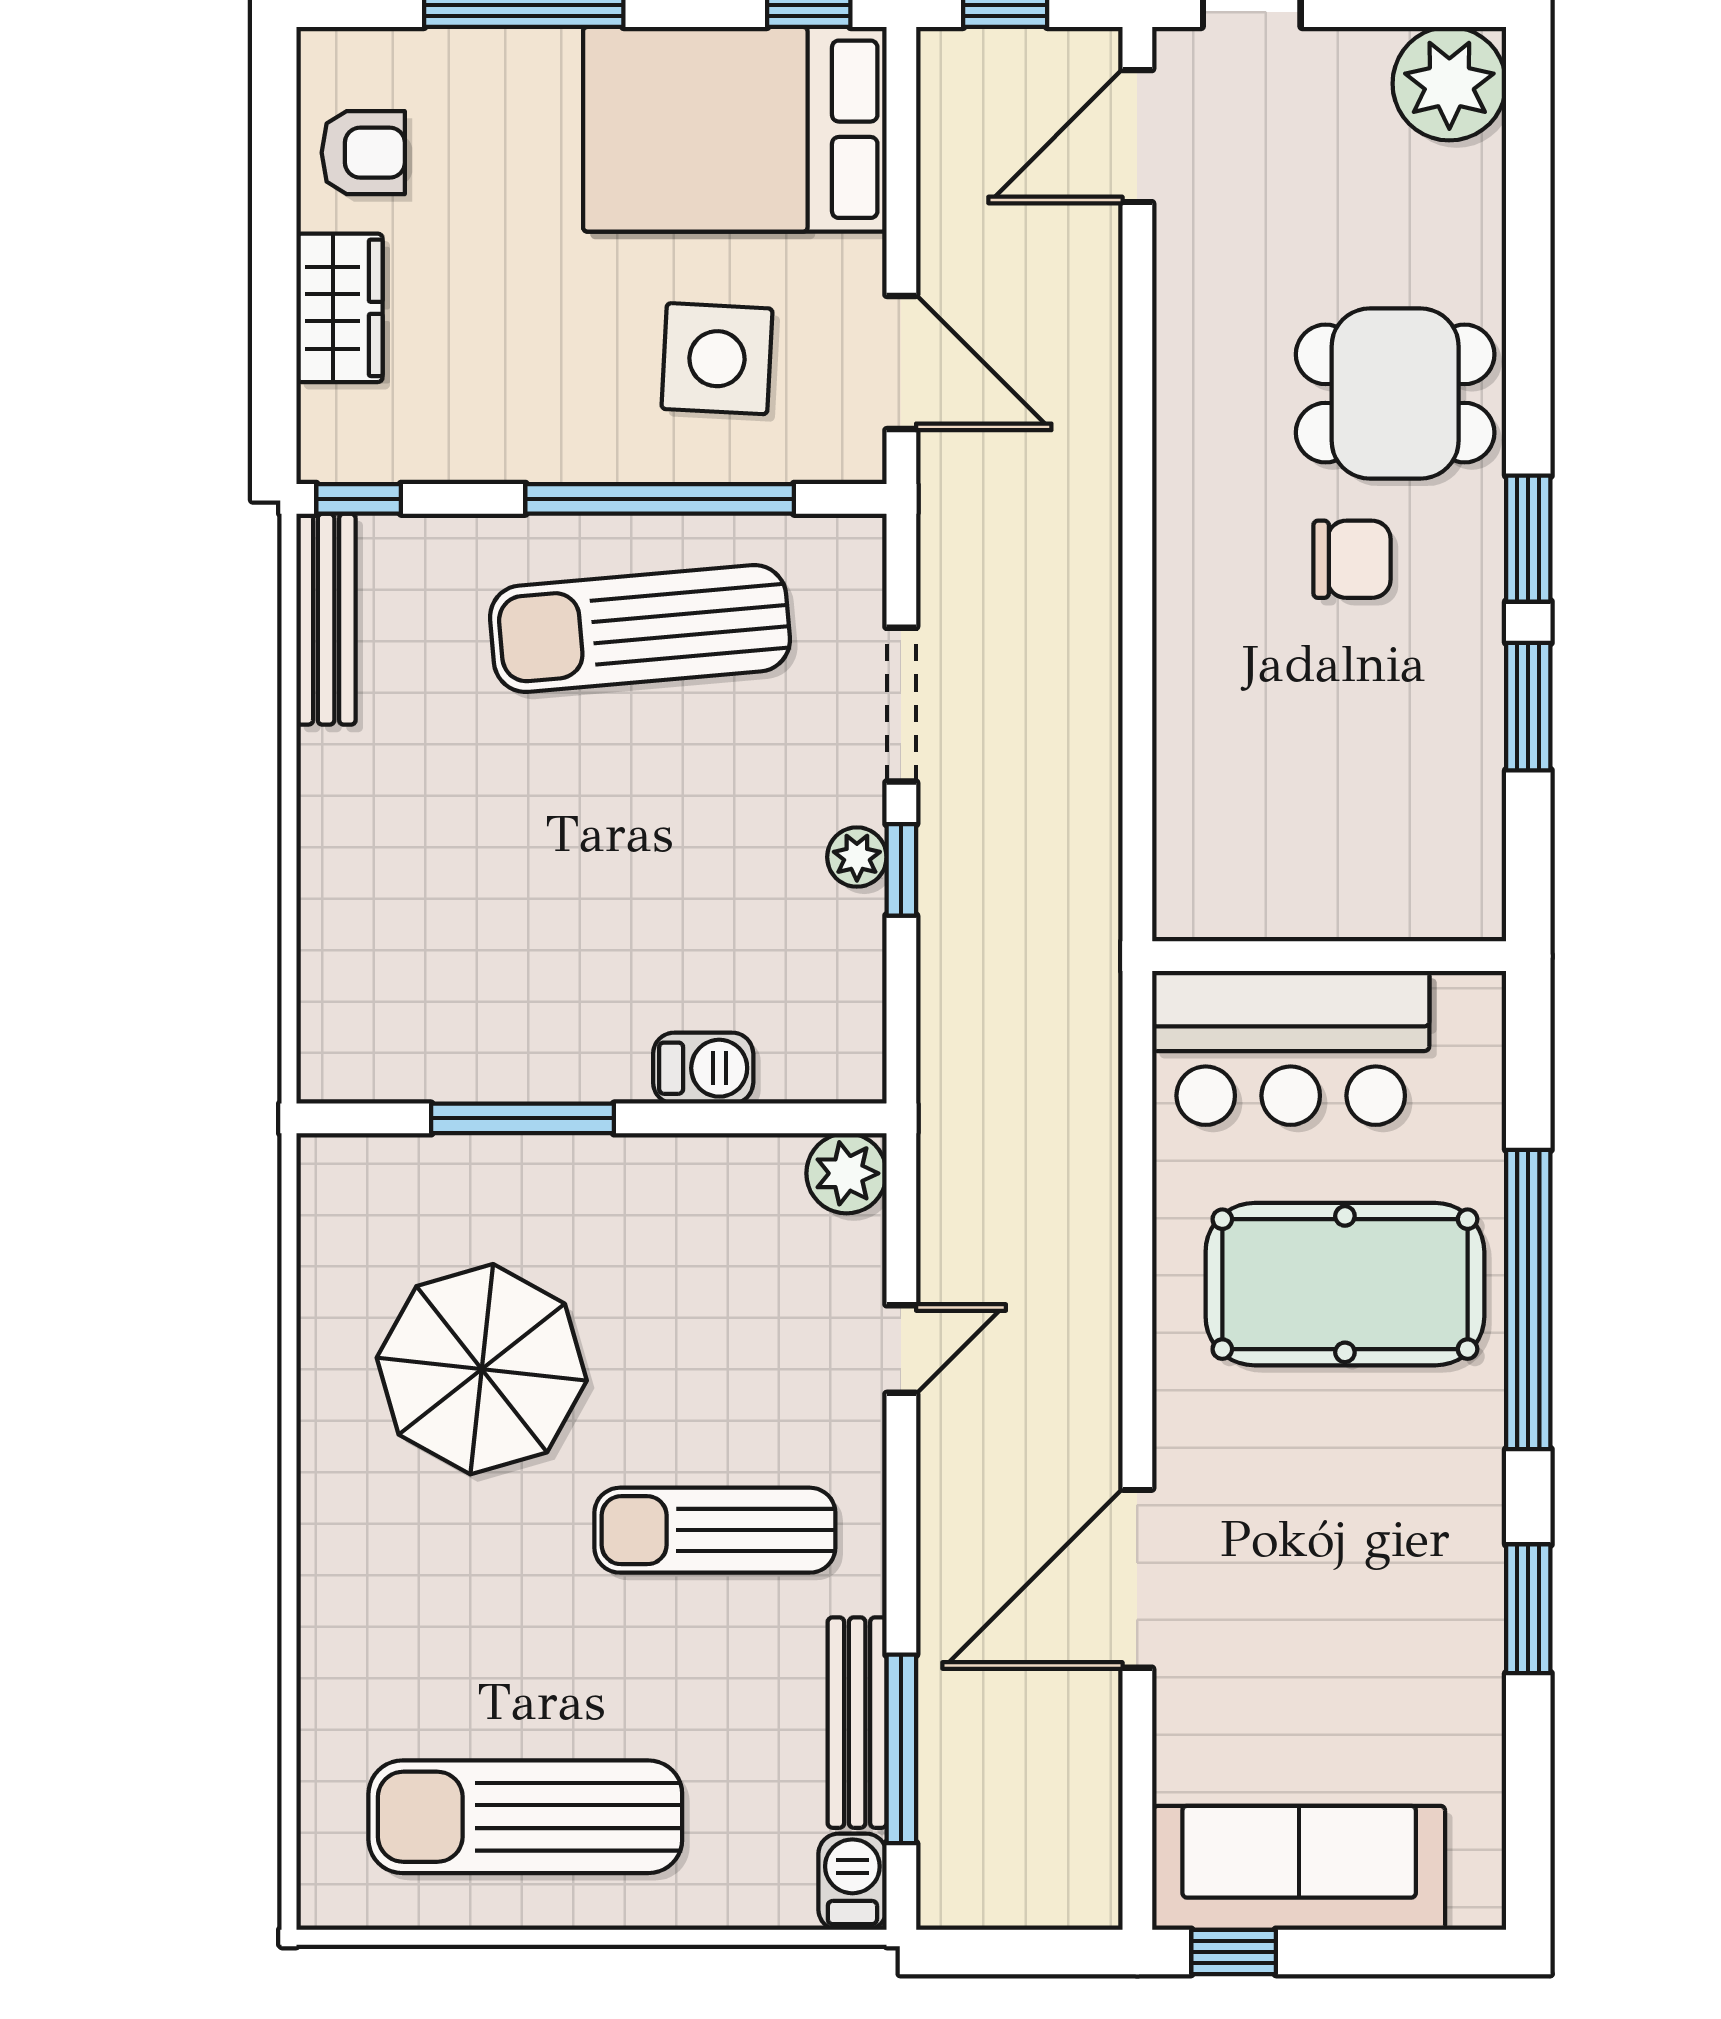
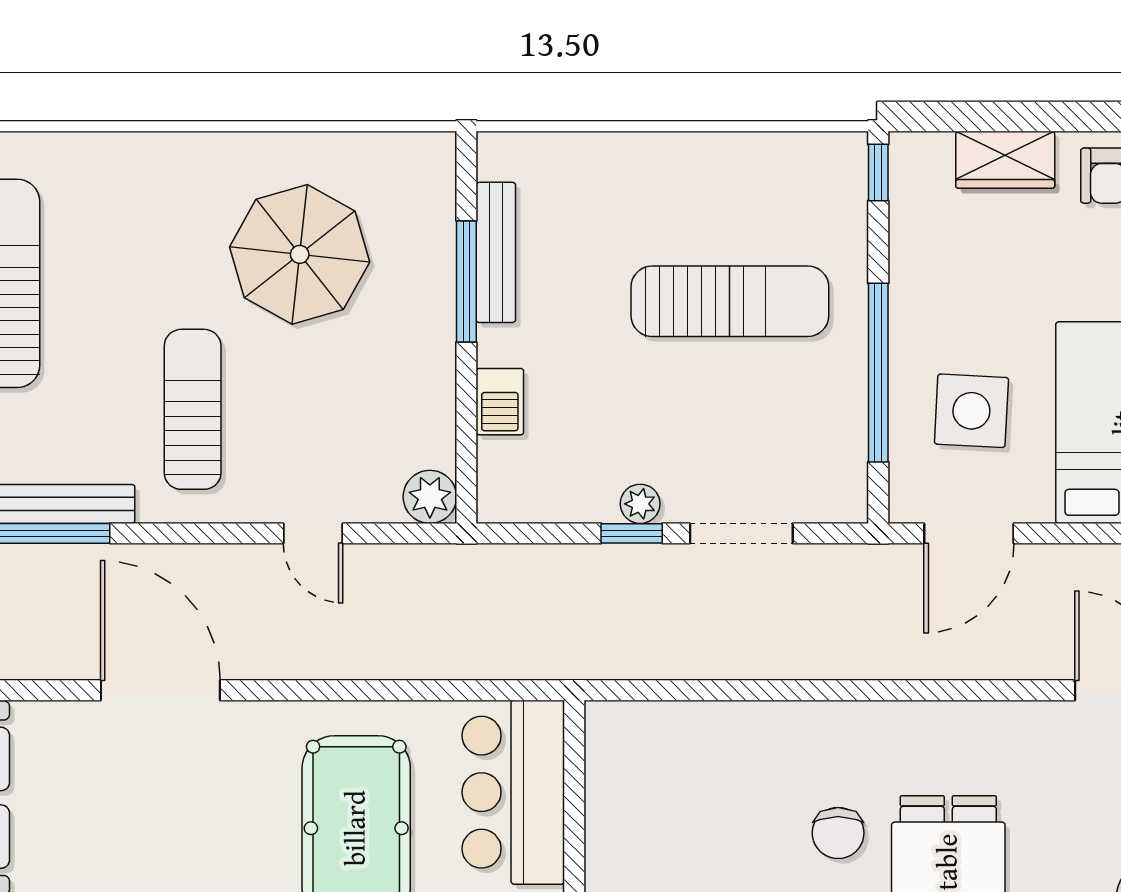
bench: (326, 619) -> (496, 252), moved, turned 90
sun lounger: (640, 628) -> (730, 301), moved, turned 95

